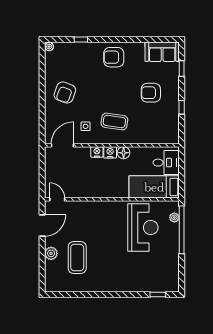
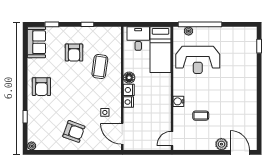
coffee table: (114, 121) -> (100, 66), moved
water cooler: (98, 206) -> (178, 101), added
door: (42, 226) -> (240, 152), moved
reception desk: (143, 228) -> (198, 60), turned 180
coffee table: (77, 258) -> (201, 116), moved, width x0.54, depth x0.58

